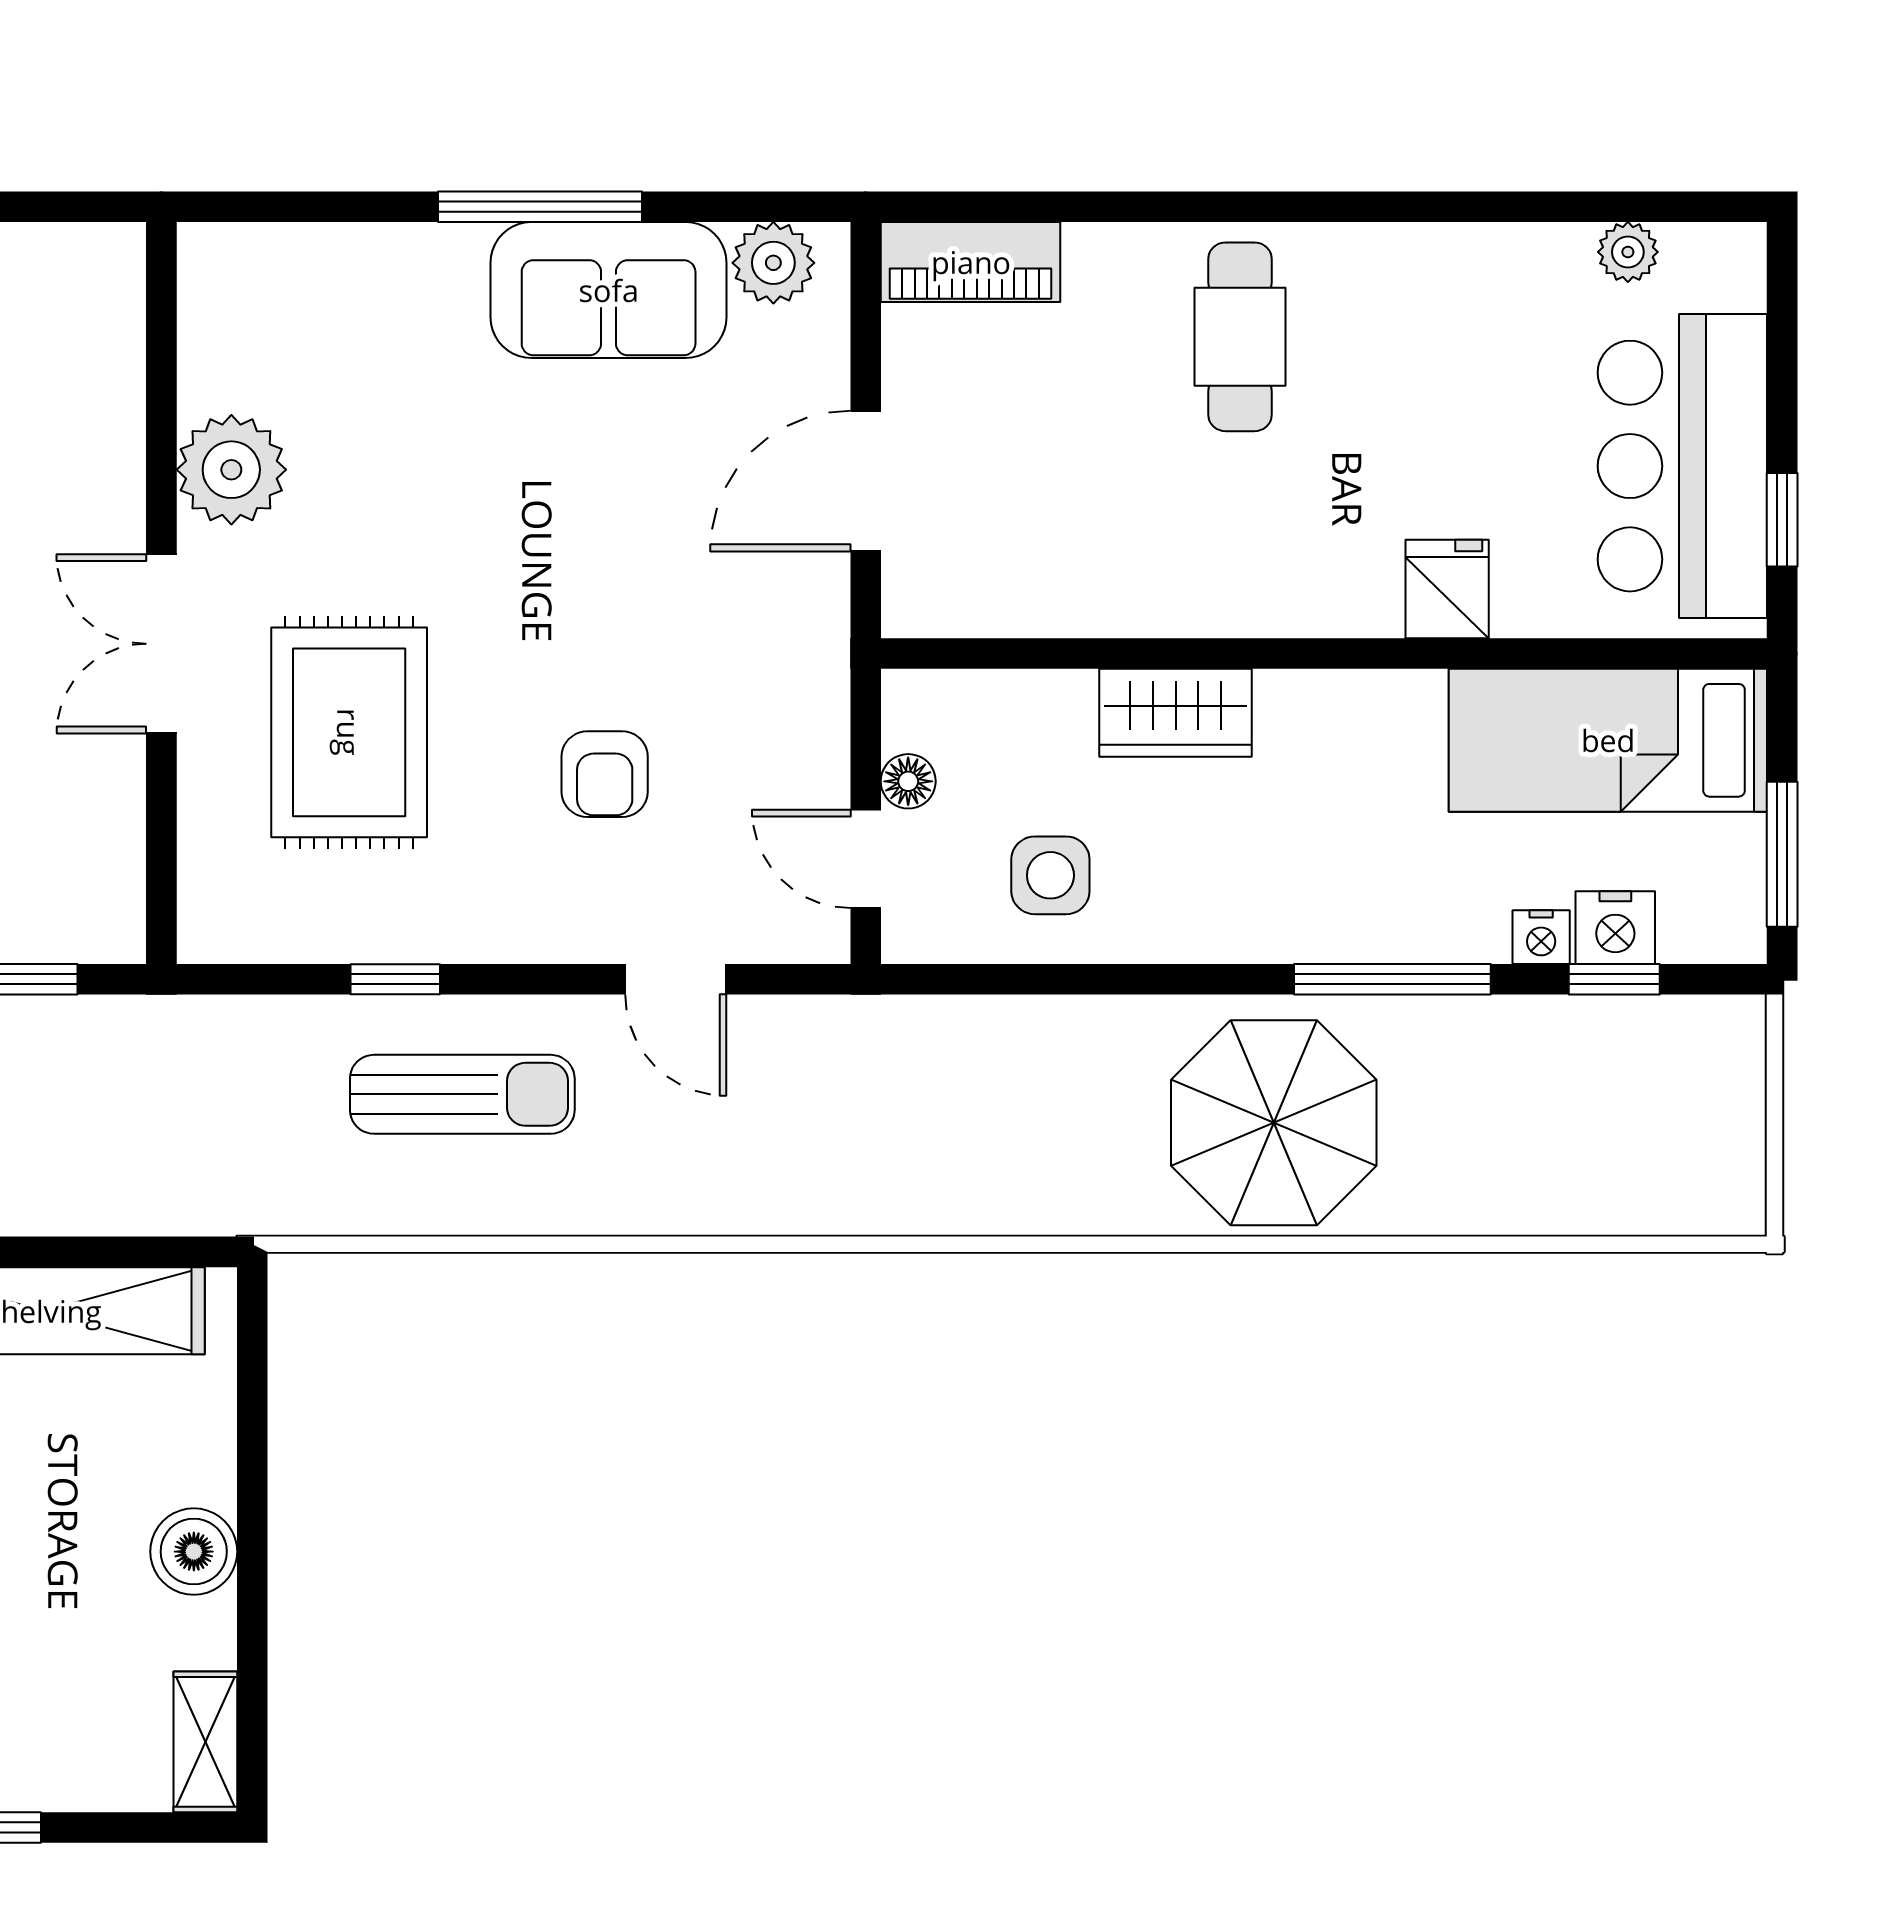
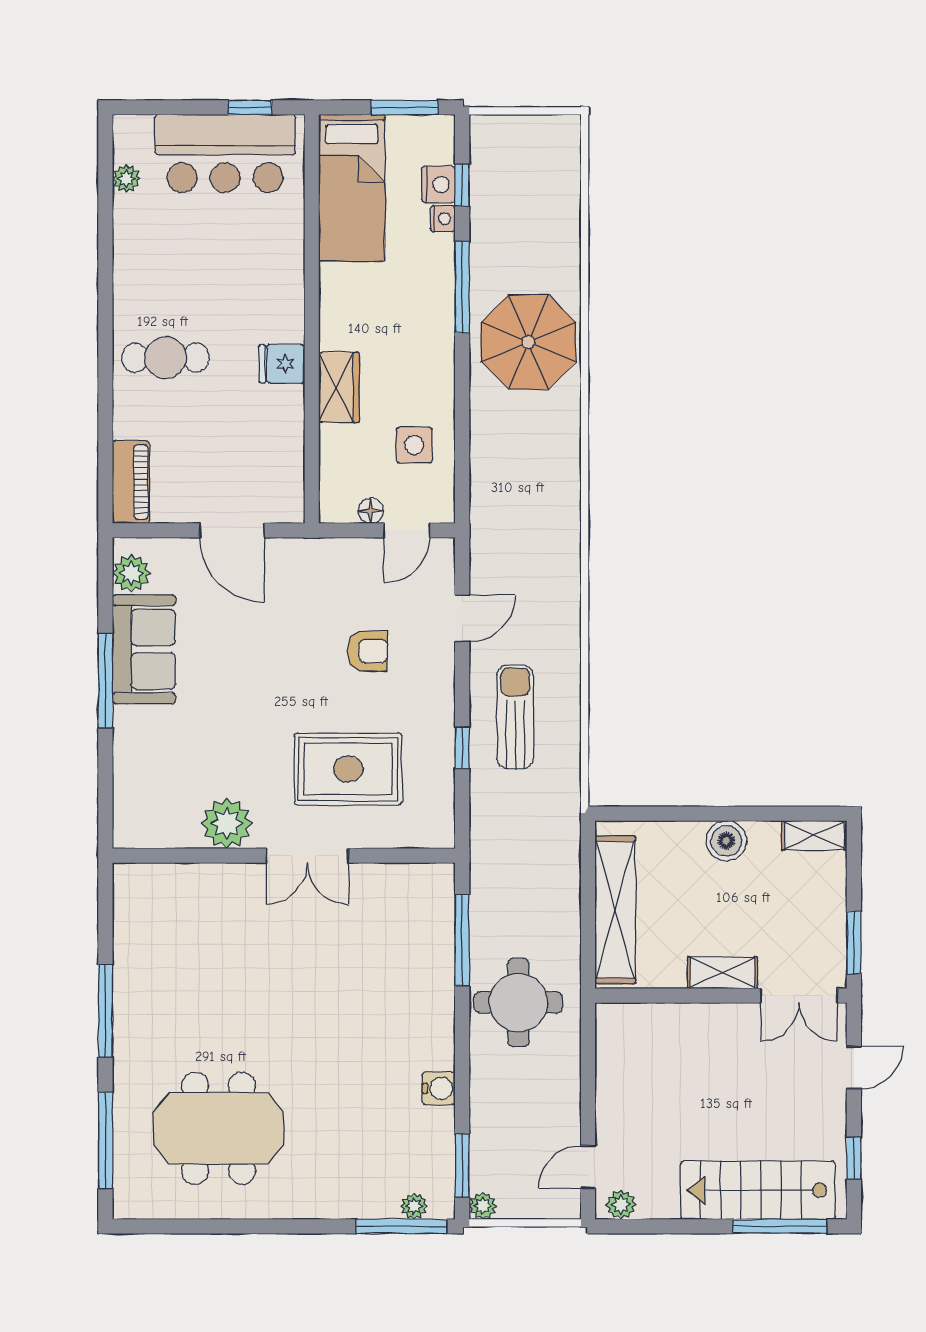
fridge: (1447, 589) -> (282, 364), moved

